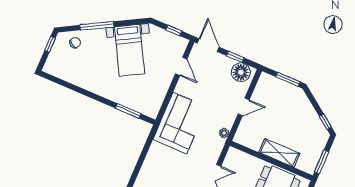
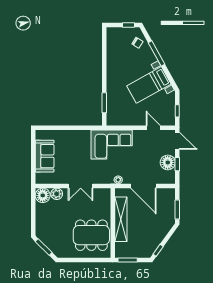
door: (208, 45) -> (177, 141), hinge flipped
door: (181, 66) -> (153, 128), swing flipped
floor lamp: (241, 72) -> (168, 162), moved
door: (244, 107) -> (143, 186), width x1.88
shelving: (279, 153) -> (121, 219), width x1.47

